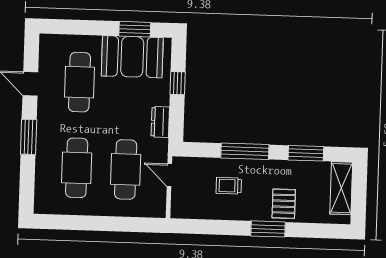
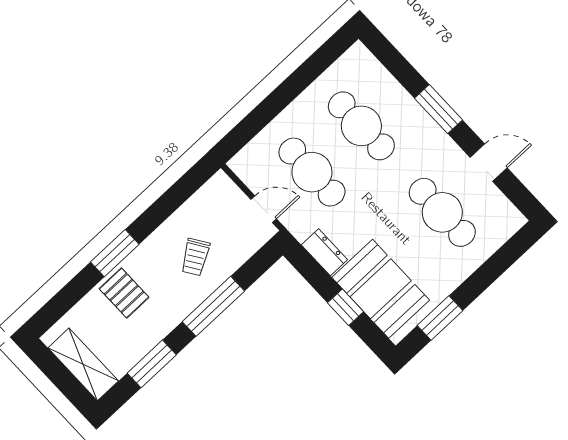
booth: (132, 57) -> (381, 289), moved, turned 90
trolley: (229, 186) -> (195, 257), turned 147

